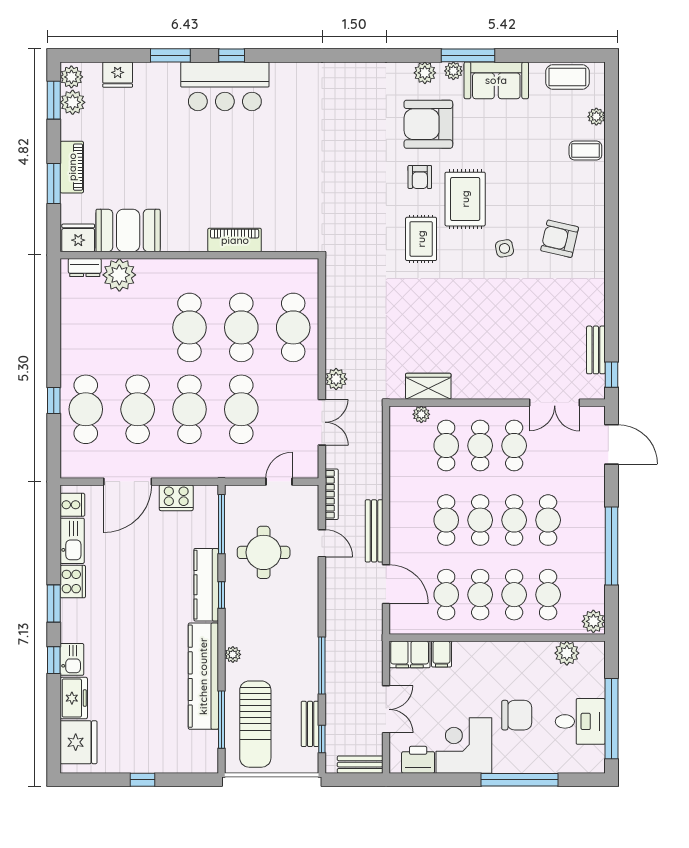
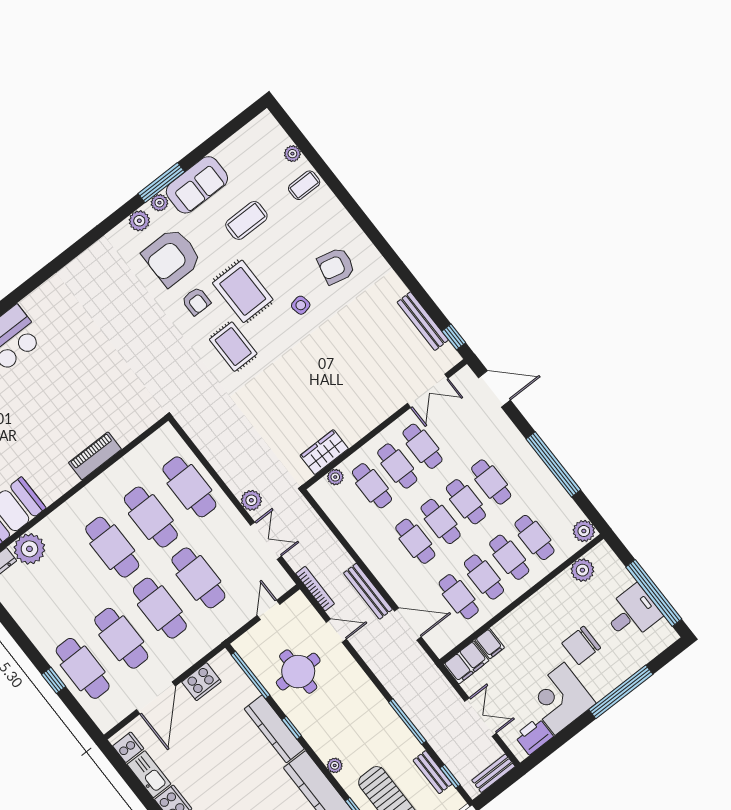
coffee table: (567, 77) -> (246, 220), moved
bench: (596, 350) -> (423, 321), width x1.36
chair: (517, 715) -> (581, 645), turned 180

